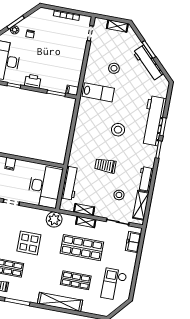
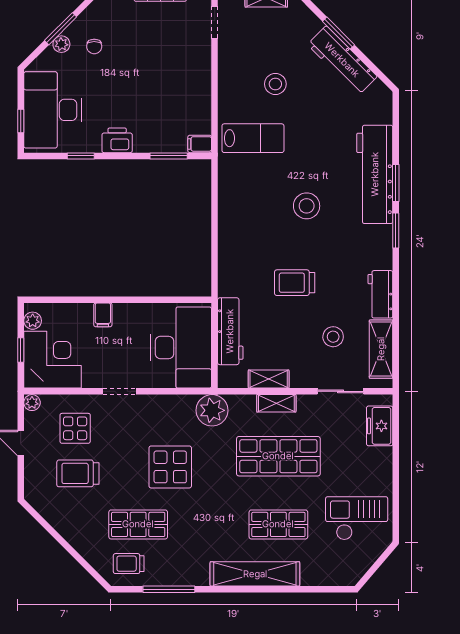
checkout: (114, 284) -> (357, 518), turned 90

